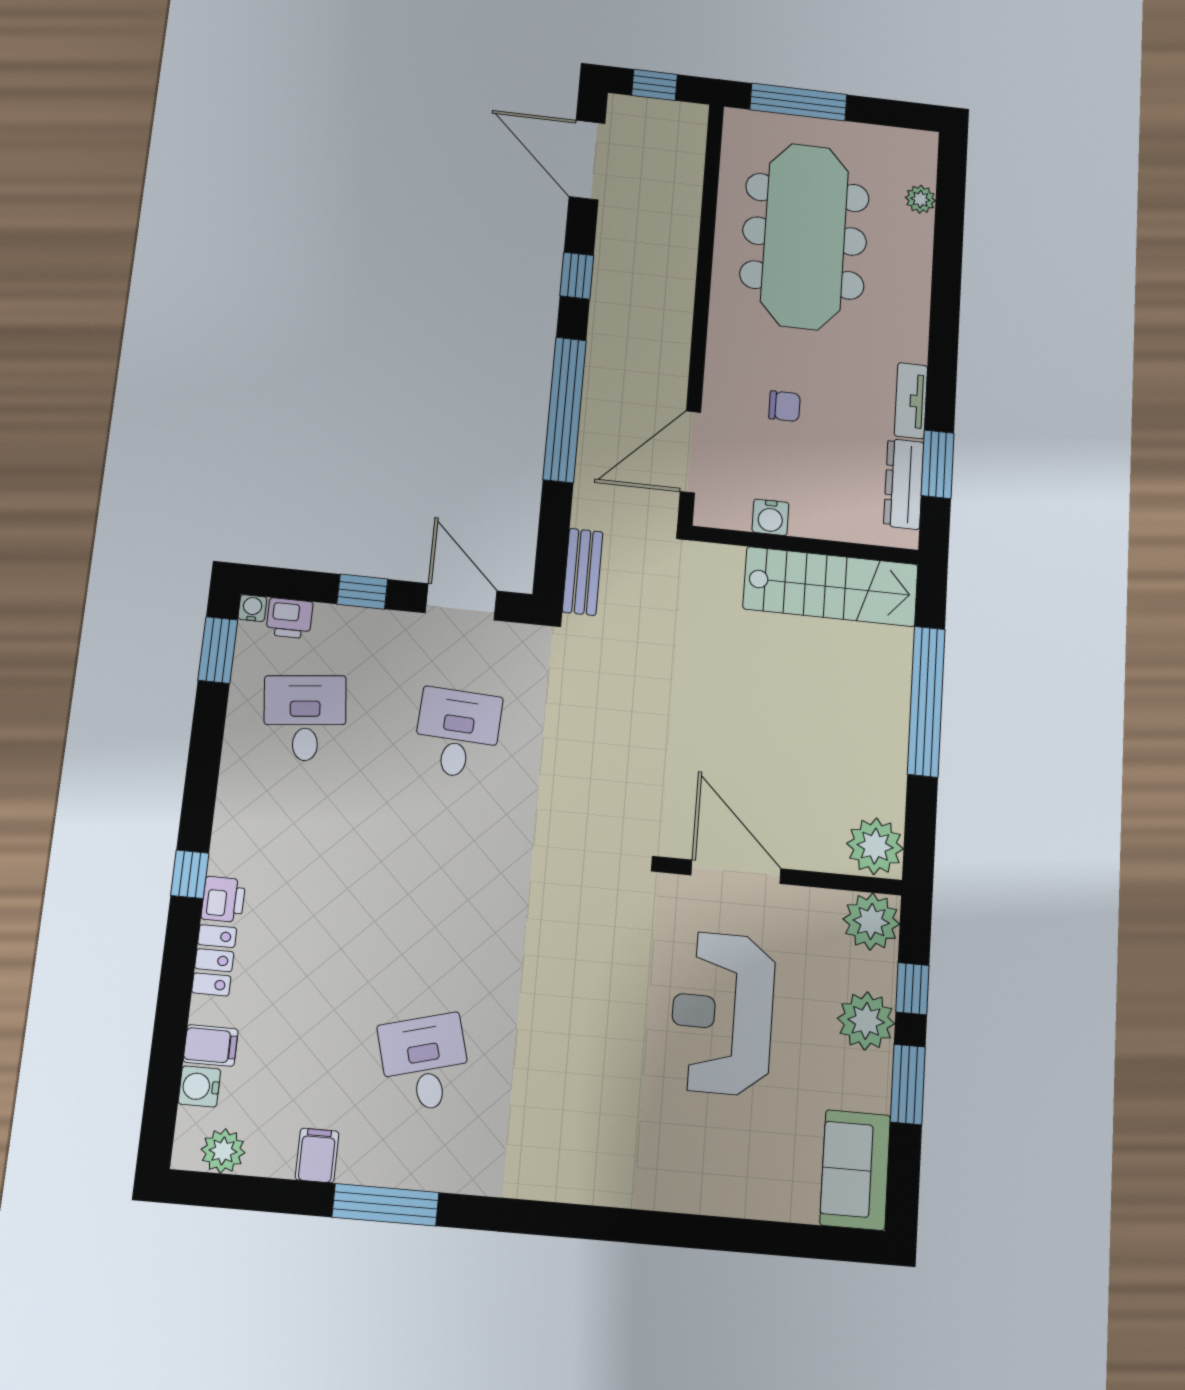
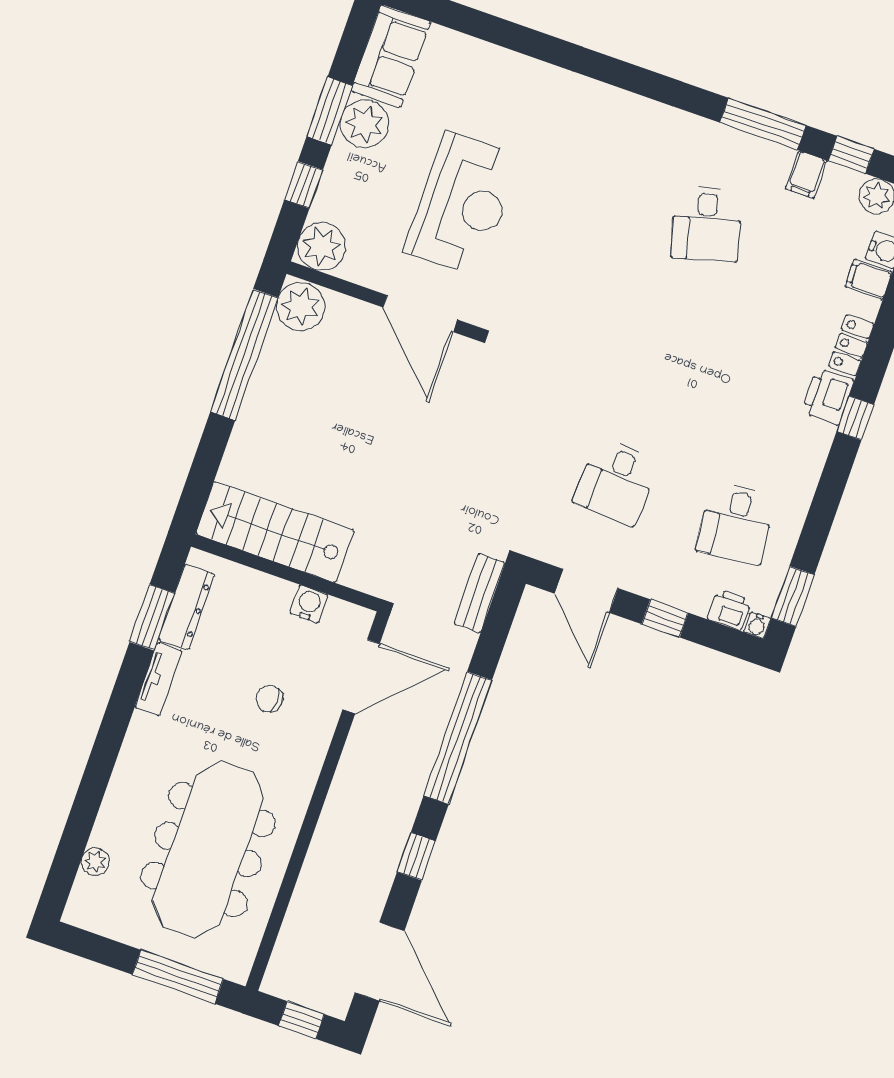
window: (926, 701) -> (244, 355), moved
printer: (223, 899) -> (828, 396), width x1.36, depth x1.24
plant: (866, 1021) -> (364, 124), moved
window: (267, 1195) -> (851, 155), added

